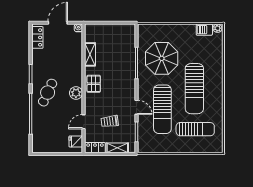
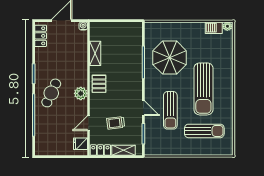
sun lounger: (162, 109) -> (170, 110), width x0.73, depth x0.75

